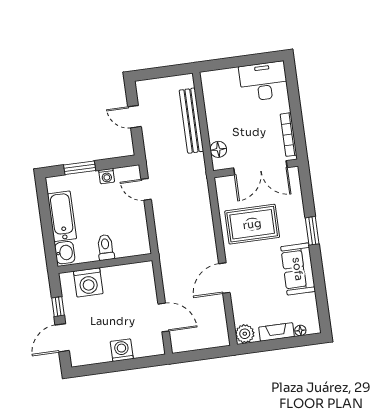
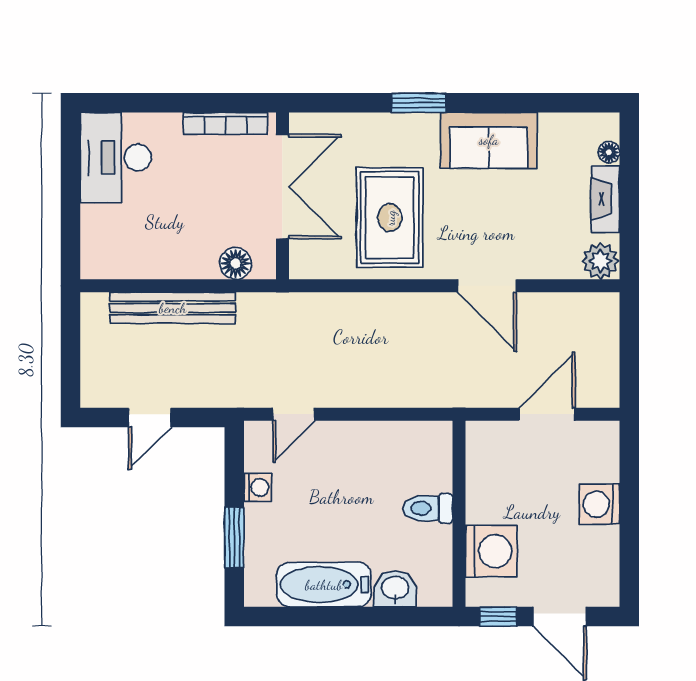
toilet: (106, 247) -> (428, 508), moved
wall: (105, 264) -> (459, 514), moved
washing machine: (88, 282) -> (491, 551), moved

